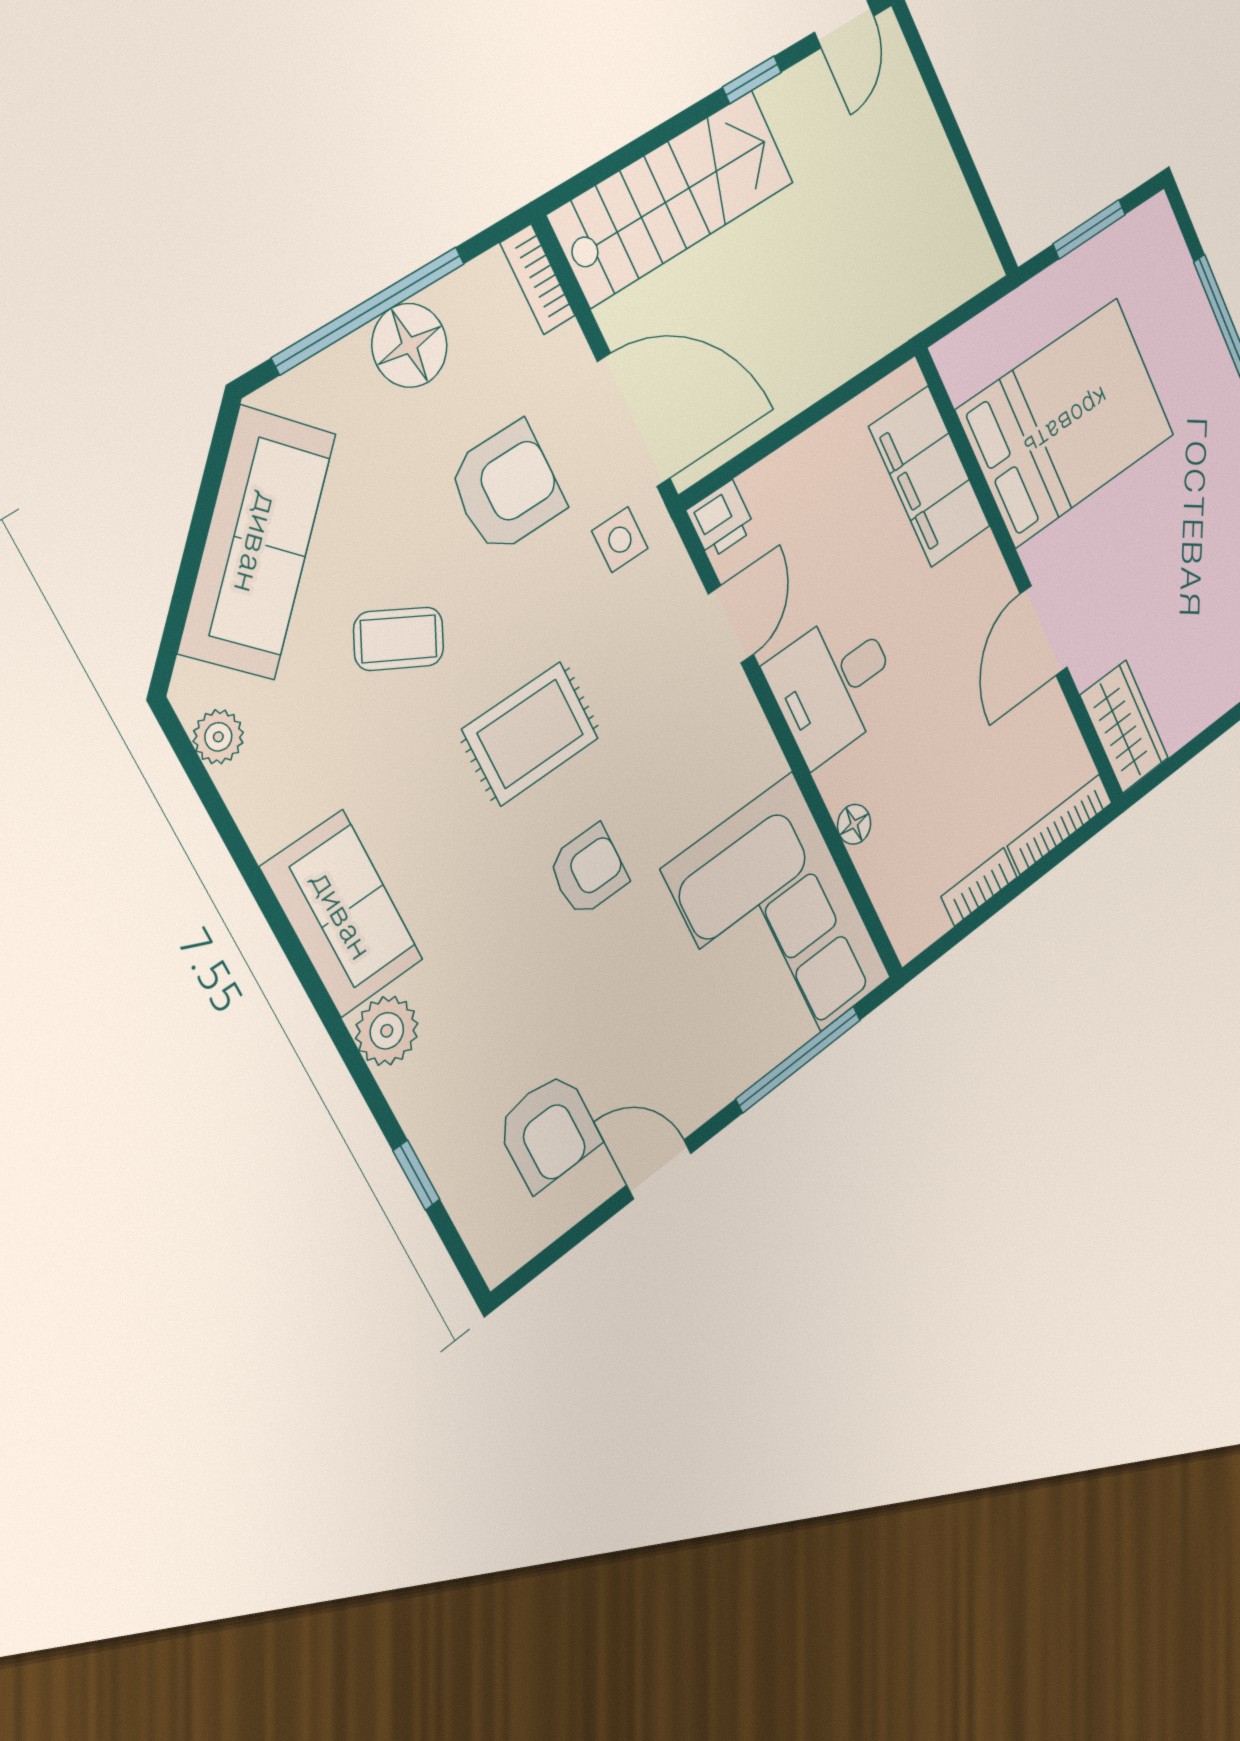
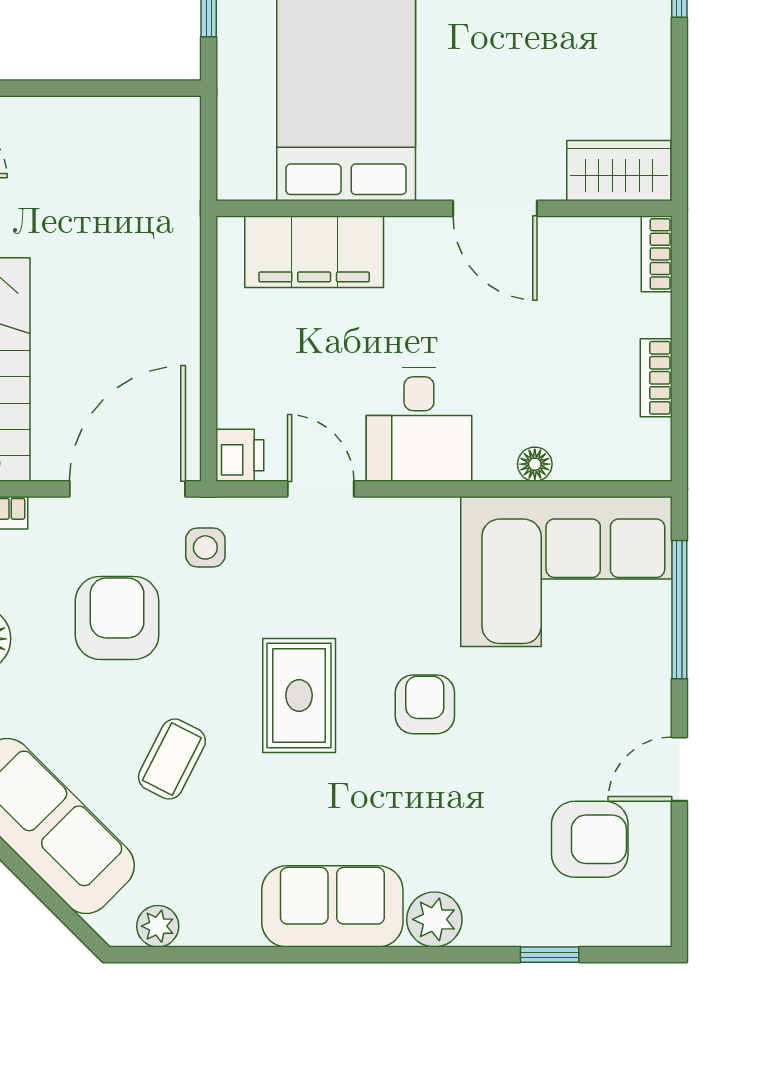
bookcase: (1060, 824) -> (657, 254), width x0.64

